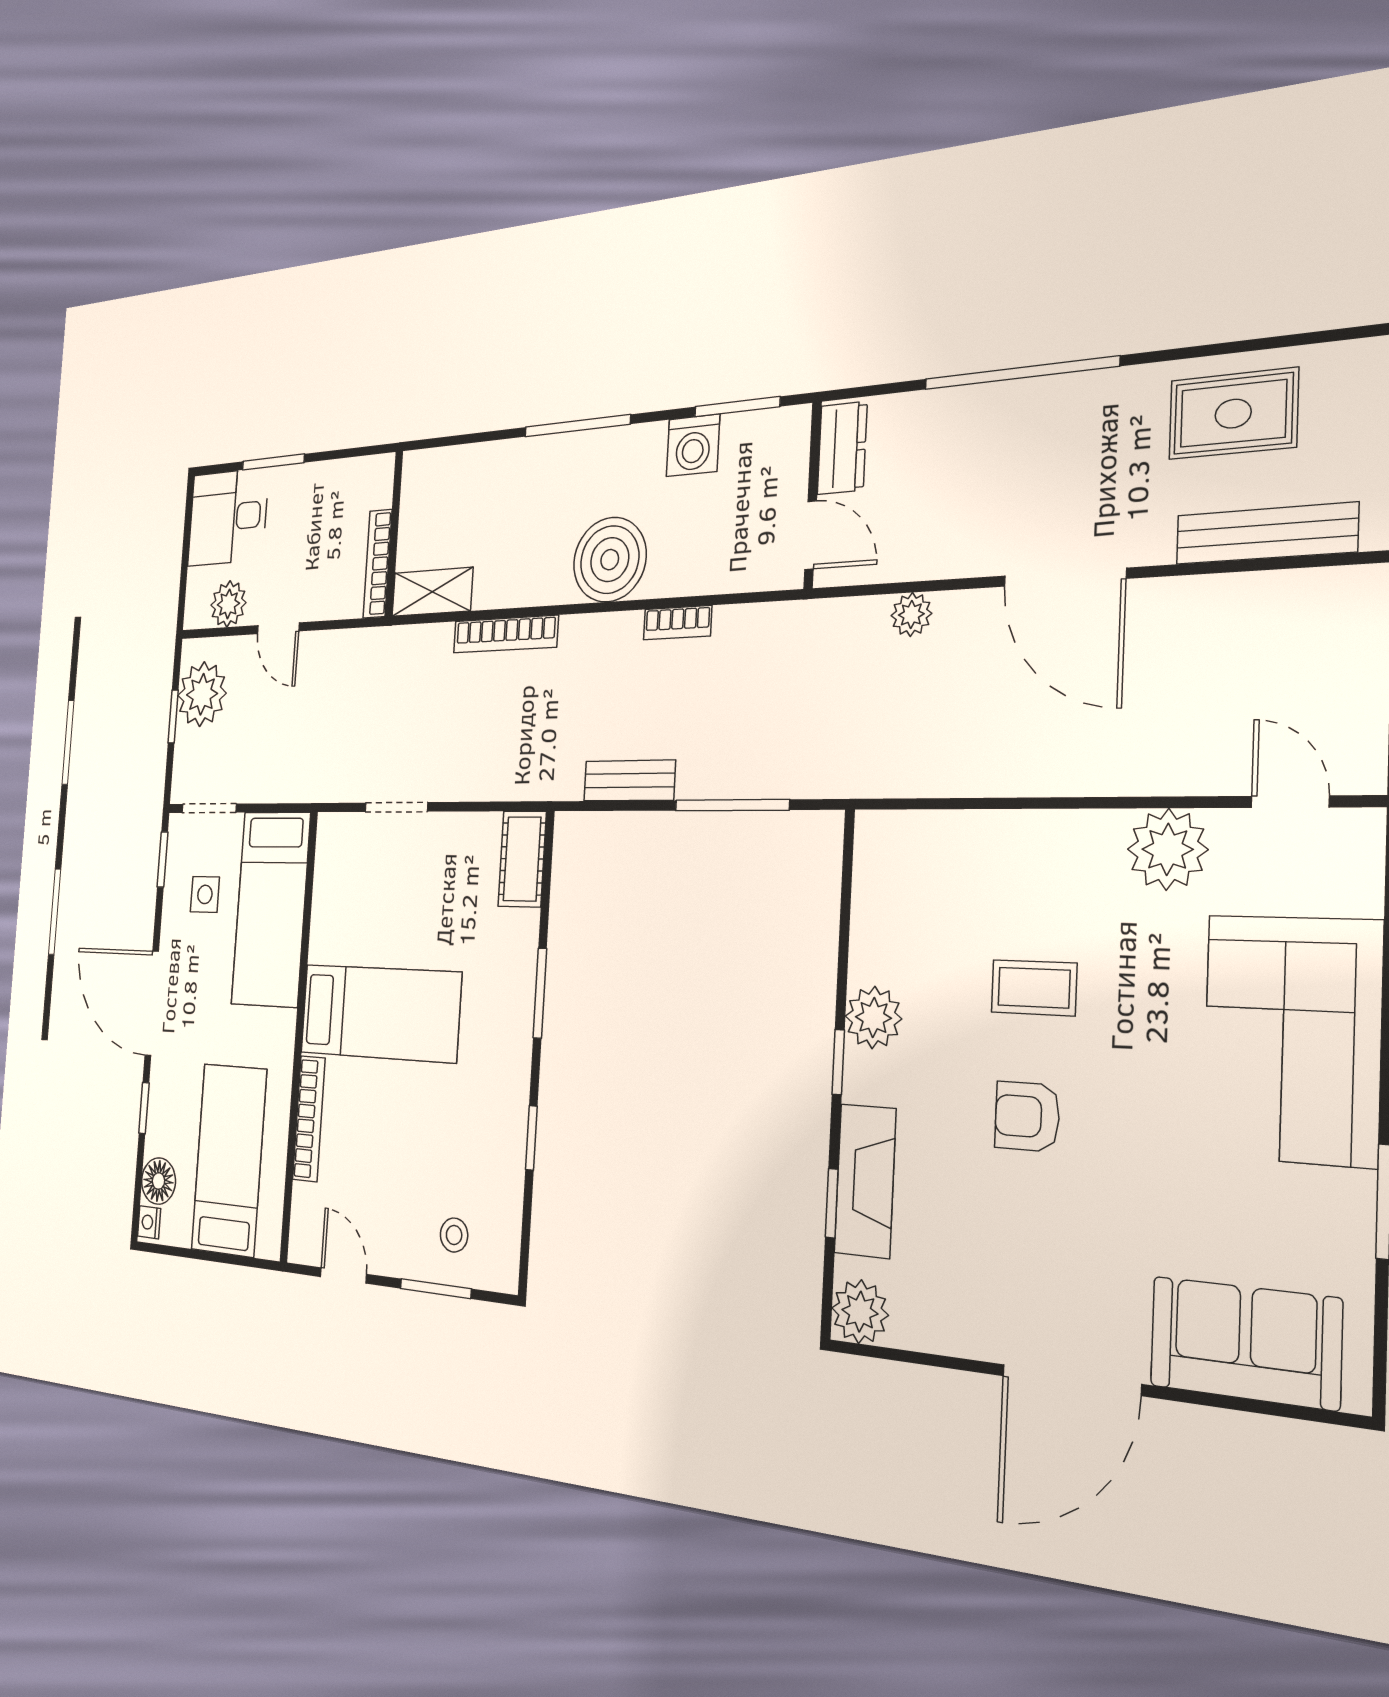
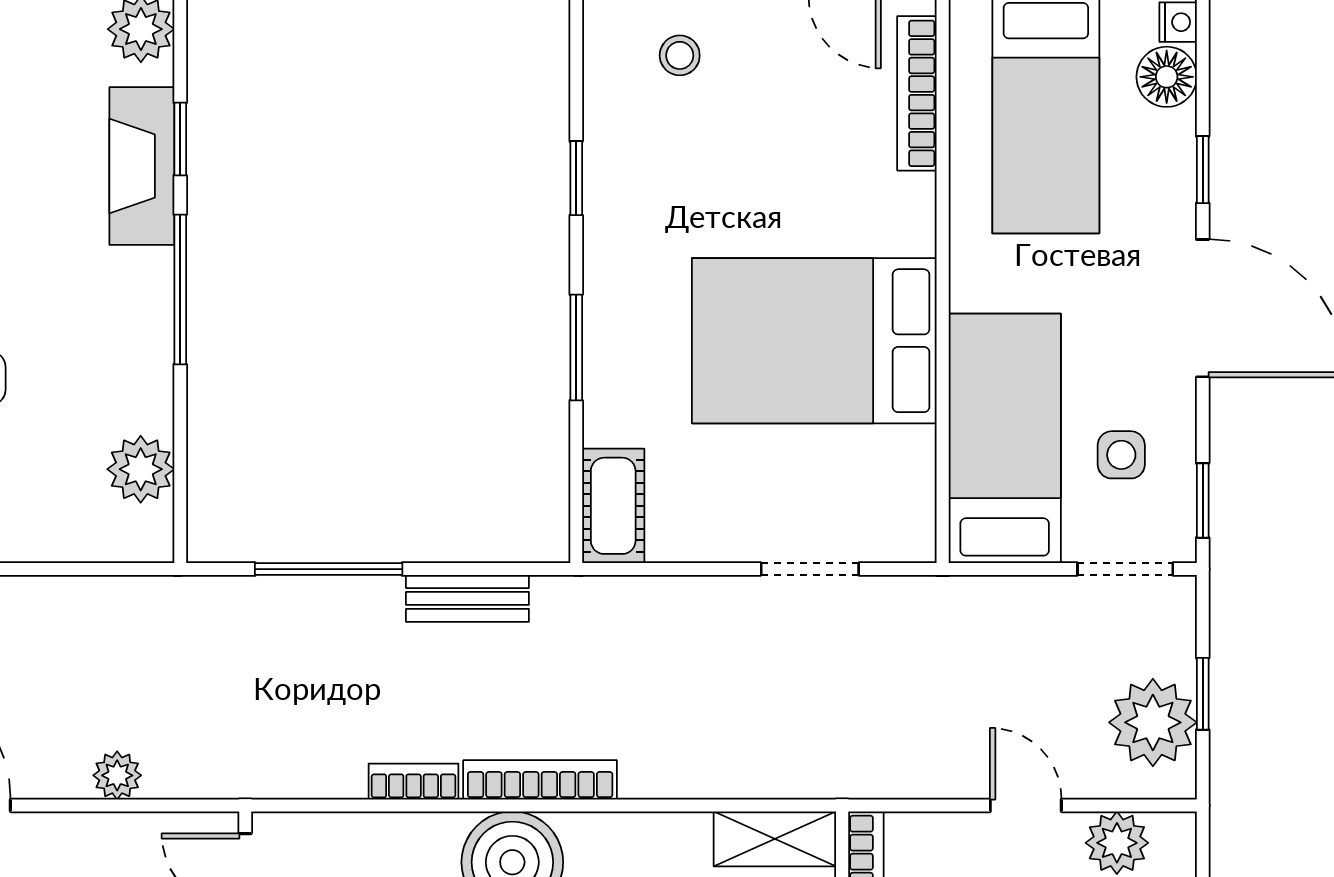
bookcase: (505, 634) -> (540, 780), moved
bed: (380, 1013) -> (814, 341), width x1.50
plant: (873, 1017) -> (141, 469), moved
window: (838, 1062) -> (180, 289), width x2.17
bookcase: (309, 1119) -> (917, 93), moved

